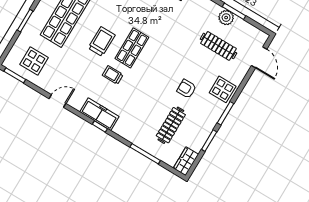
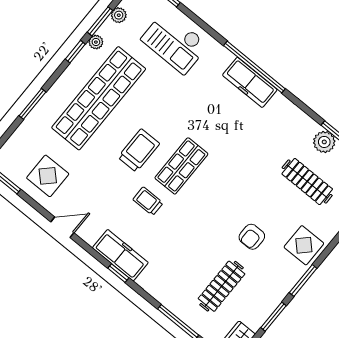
display table: (34, 61) -> (48, 176), moved
armchair: (187, 89) -> (252, 237), turned -90

